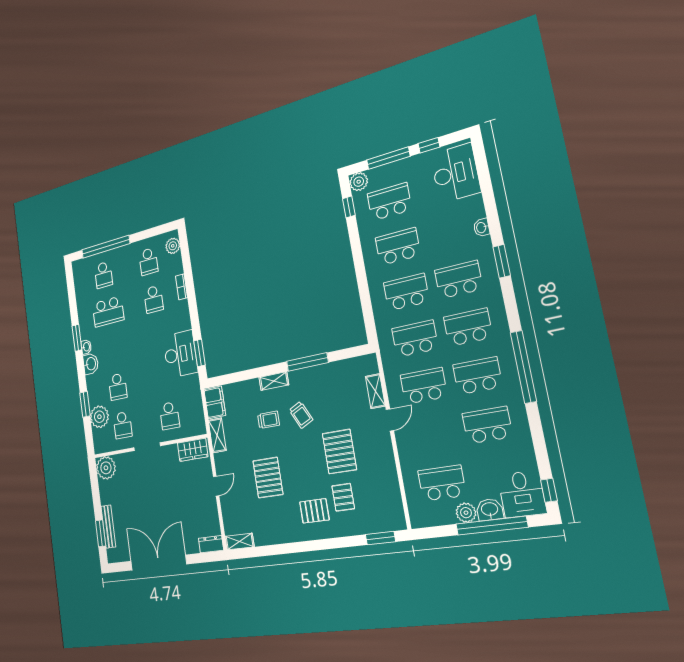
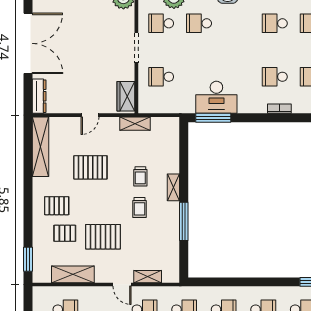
school desk: (108, 312) -> (275, 23), width x0.54
window: (200, 353) -> (213, 118), width x1.44
filing cabinet: (215, 402) -> (165, 126), removed
trolley: (301, 415) -> (139, 208), turned -64
shelving: (388, 481) -> (73, 274), added
door: (216, 486) -> (90, 115), hinge flipped
pallet: (314, 511) -> (57, 206), turned 90
shelving: (239, 542) -> (41, 147), width x2.20, depth x1.33
dresser: (211, 544) -> (39, 96), width x1.44

